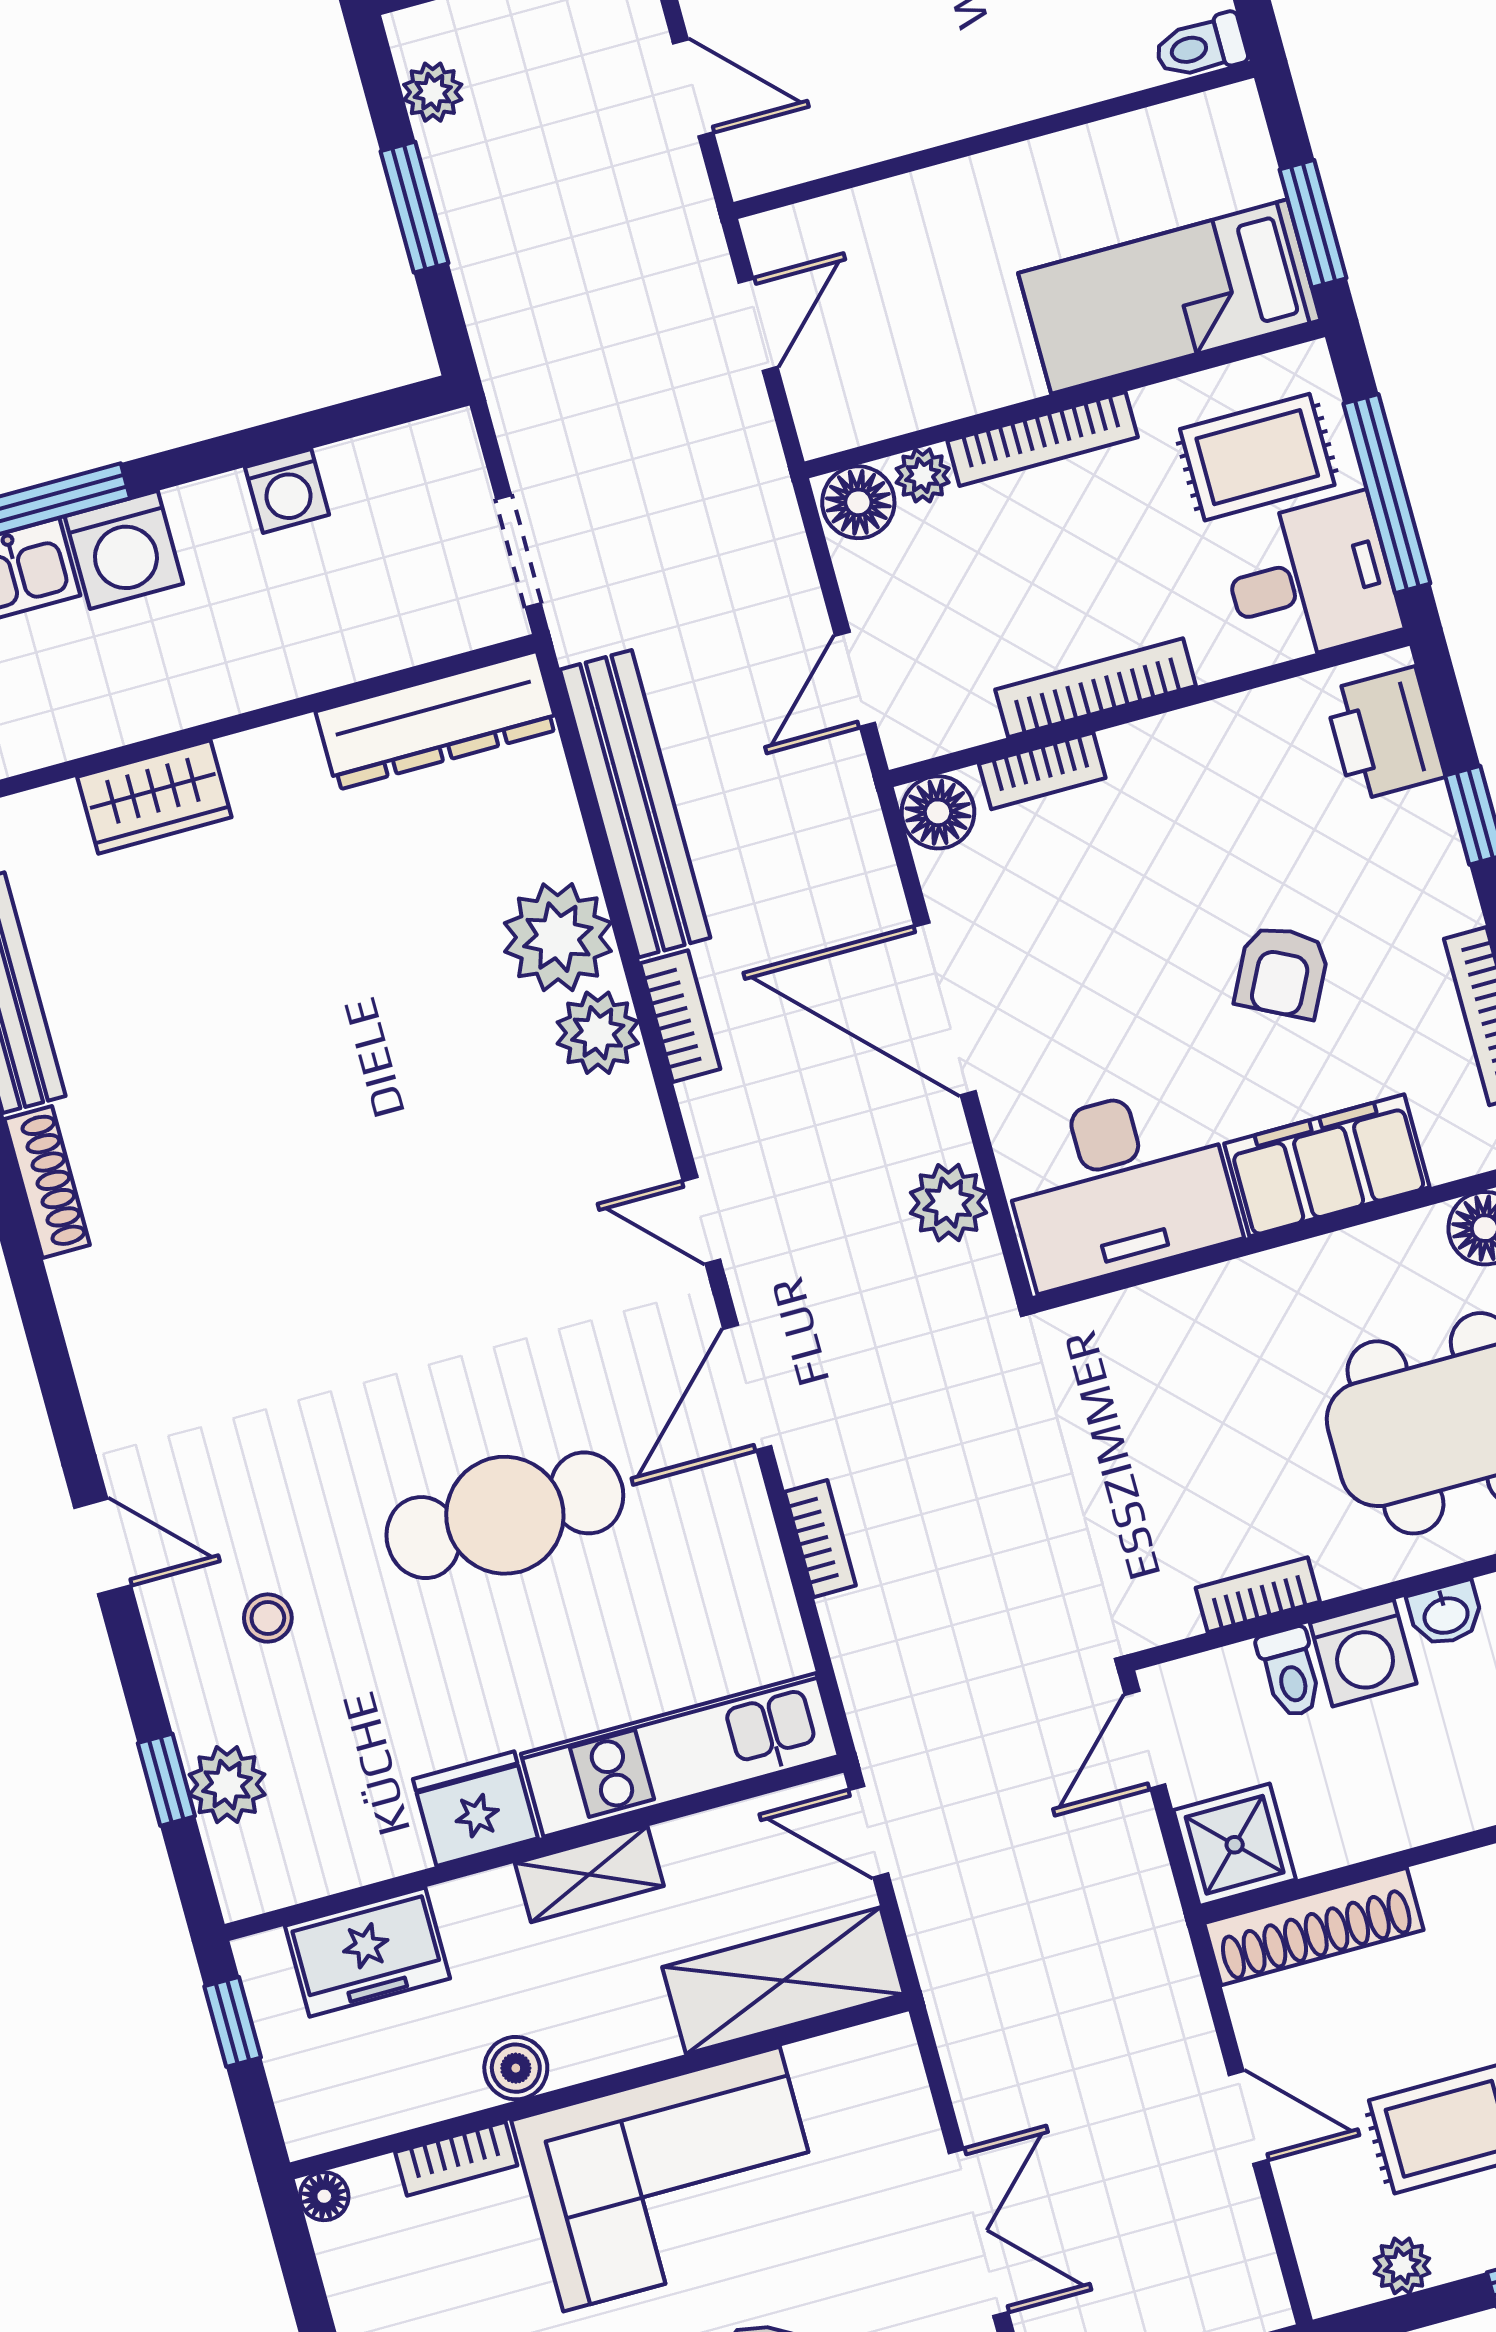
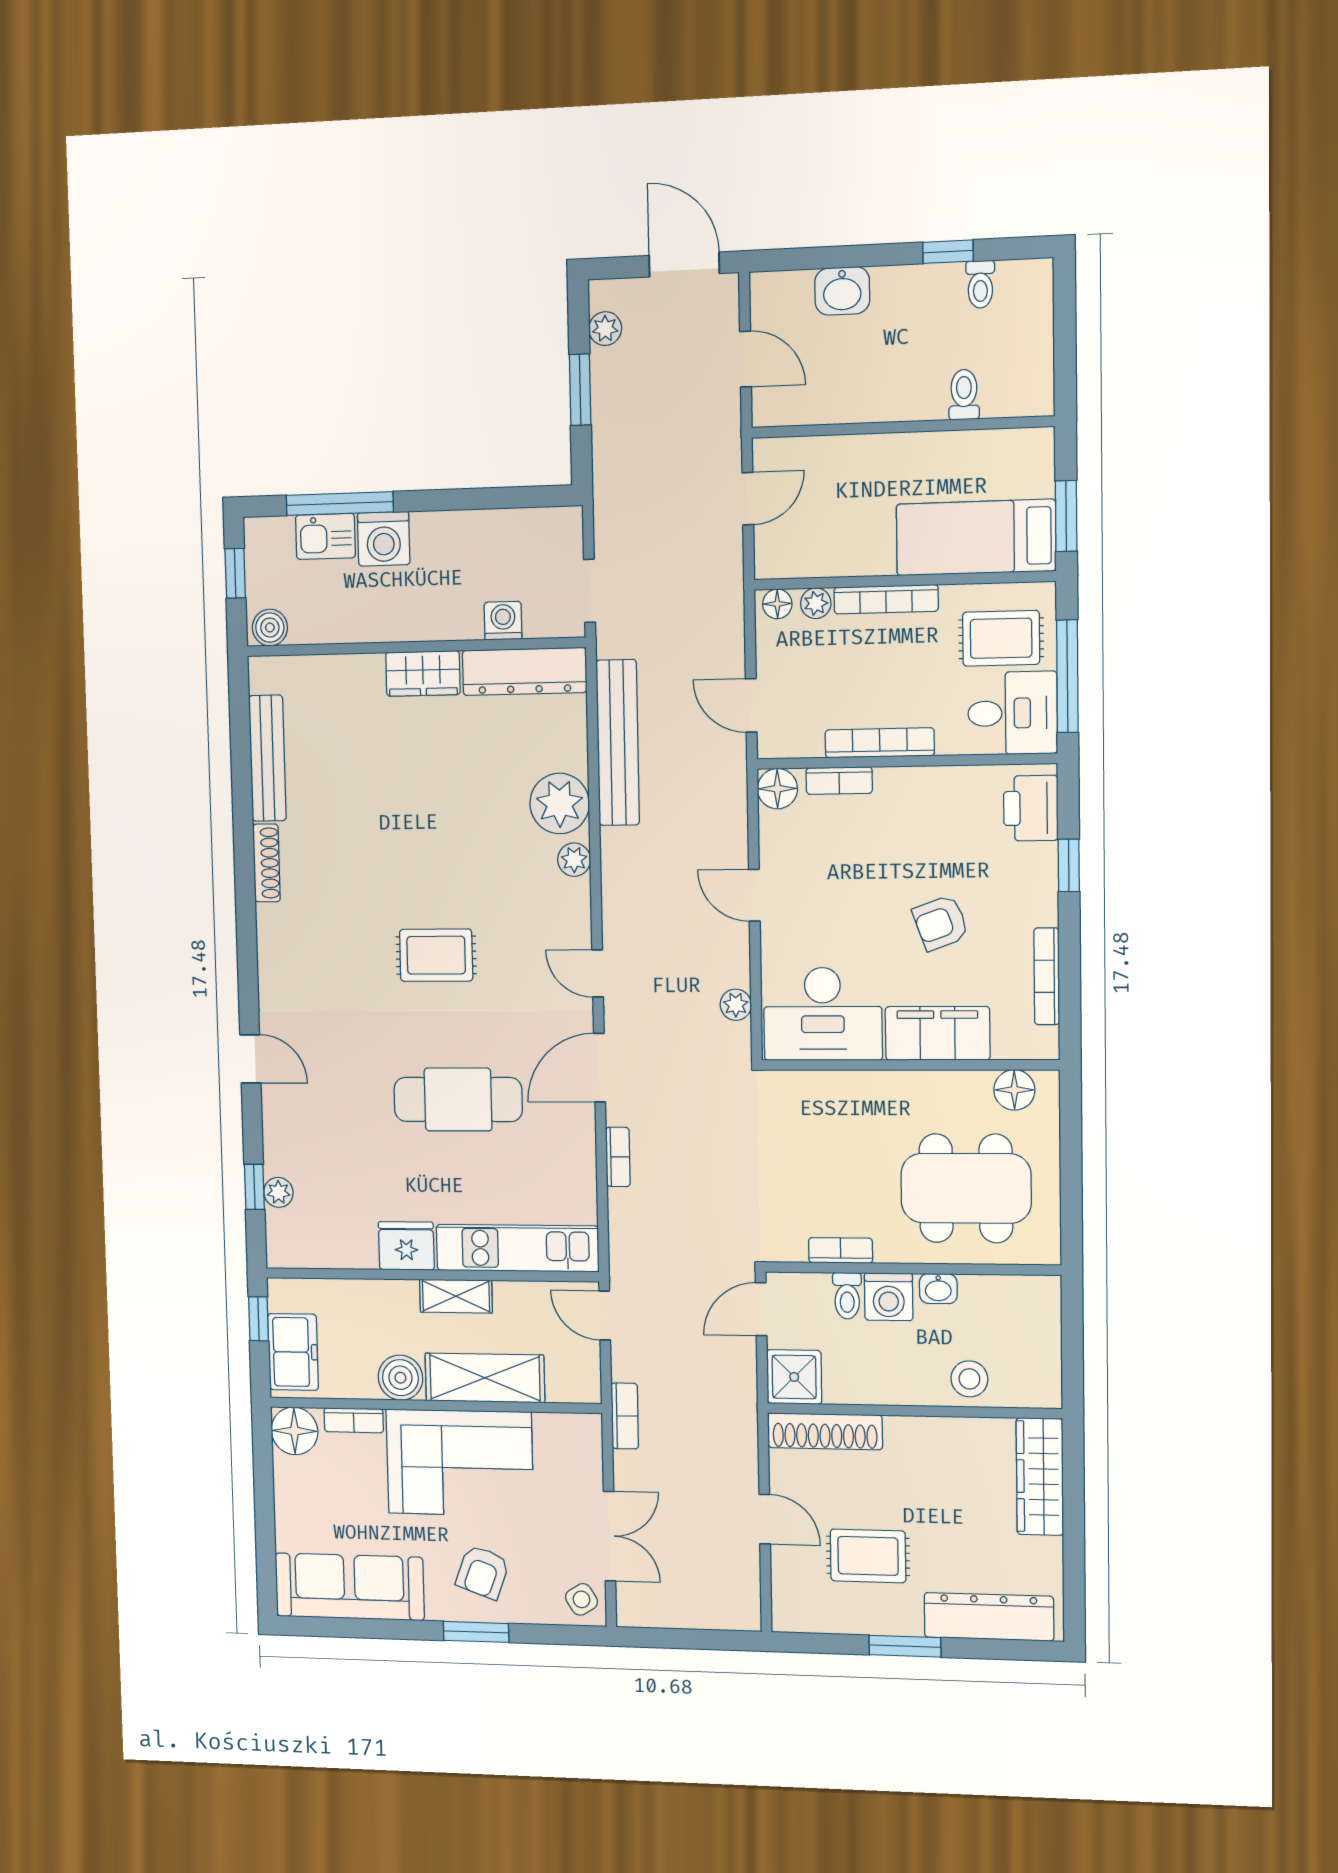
toilet: (1201, 47) -> (964, 395), moved, turned 90
washing machine: (287, 491) -> (503, 621), moved, turned 180
floor lamp: (858, 502) -> (777, 604), width x0.73, depth x0.73
door: (855, 679) -> (751, 705), hinge flipped
wardrobe: (154, 797) -> (423, 673), moved
armchair: (1282, 972) -> (941, 923), turned 43
door: (945, 1009) -> (754, 895), width x0.53
bookcase: (680, 1016) -> (625, 1416), moved
plant: (598, 1033) -> (574, 860), width x0.73, depth x0.73
plant: (948, 1203) -> (736, 1005), width x0.73, depth x0.73
rug: (401, 1266) -> (436, 955), added
stool: (268, 1618) -> (325, 1119), removed
plant: (227, 1785) -> (278, 1192), width x0.73, depth x0.73
freezer: (367, 1952) -> (293, 1352), moved, turned -90
shelving: (783, 1981) -> (485, 1378), moved
boiler: (516, 2068) -> (400, 1378), width x1.36, depth x1.36
floor lamp: (324, 2196) -> (295, 1431), width x1.89, depth x1.89
plant: (1402, 2266) -> (825, 1619), removed

